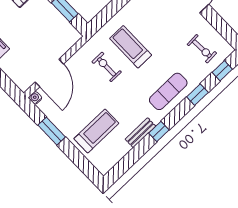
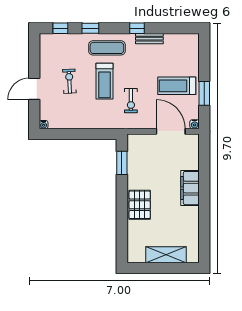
treadmill: (131, 47) -> (104, 81), moved
exercise bike: (202, 49) -> (69, 81), moved
door: (49, 73) -> (171, 131), hinge flipped
treadmill: (96, 131) -> (177, 86), moved

